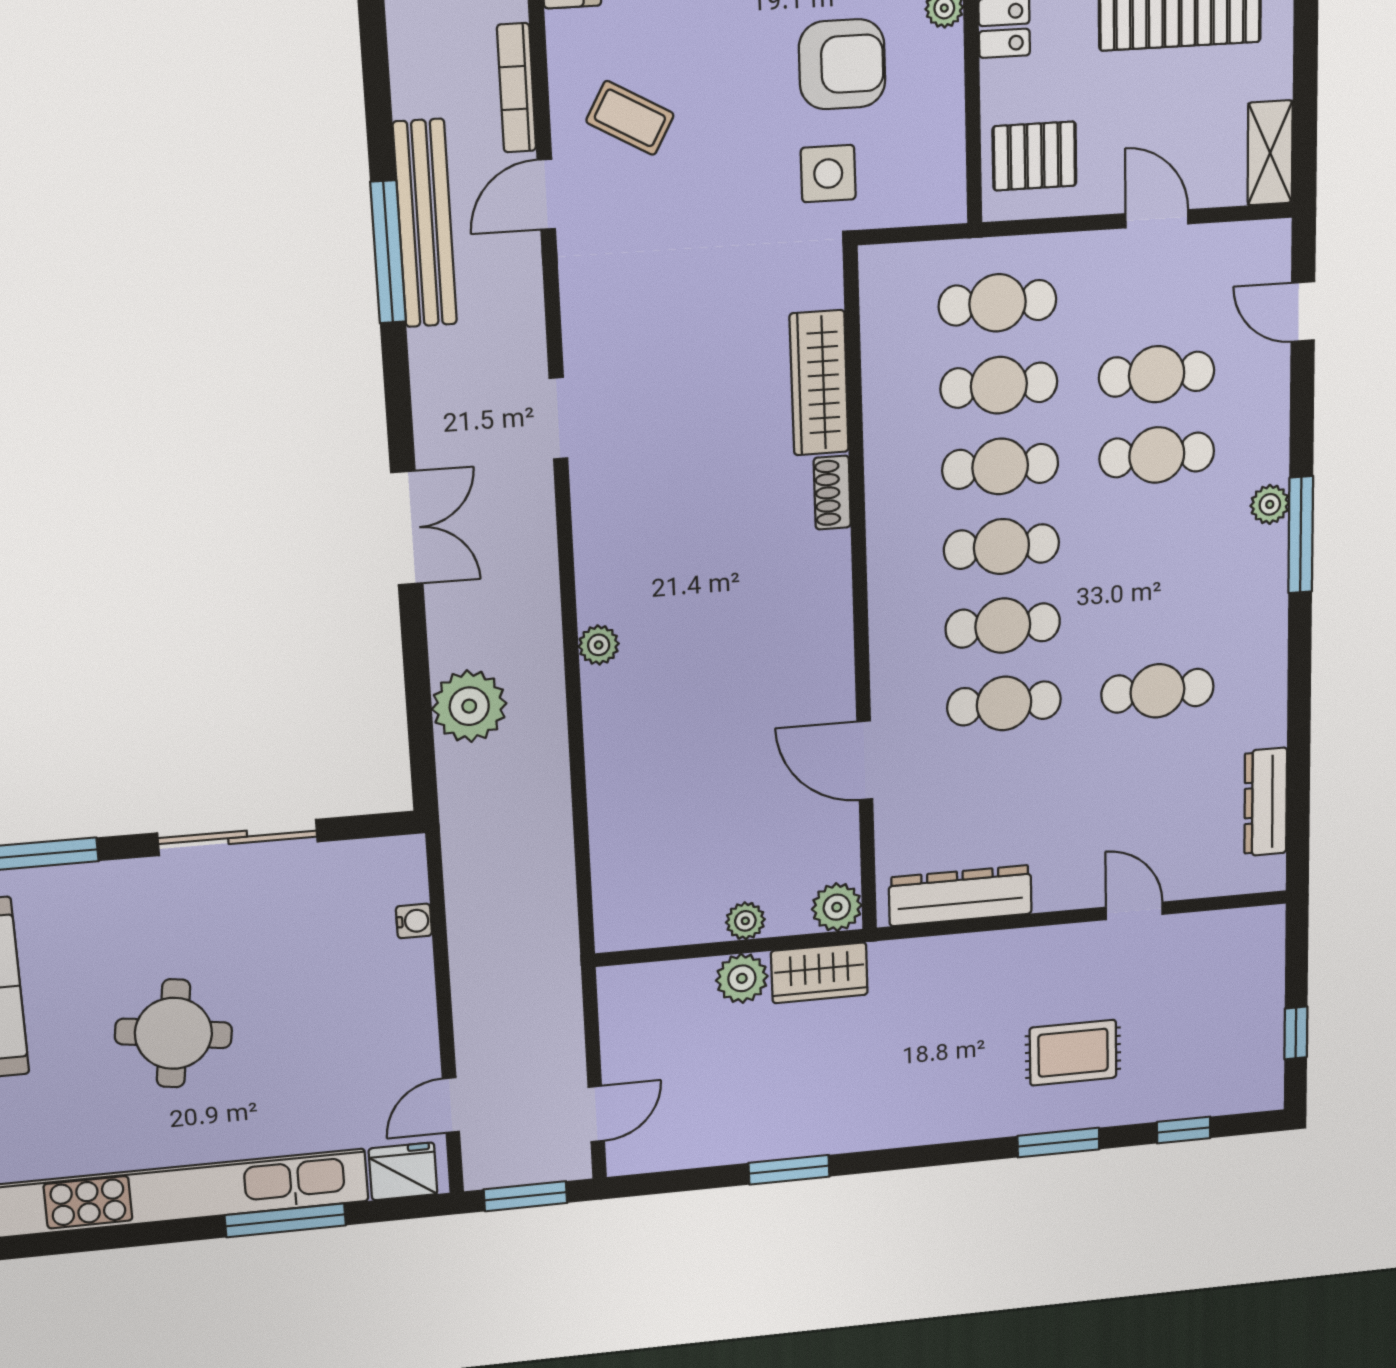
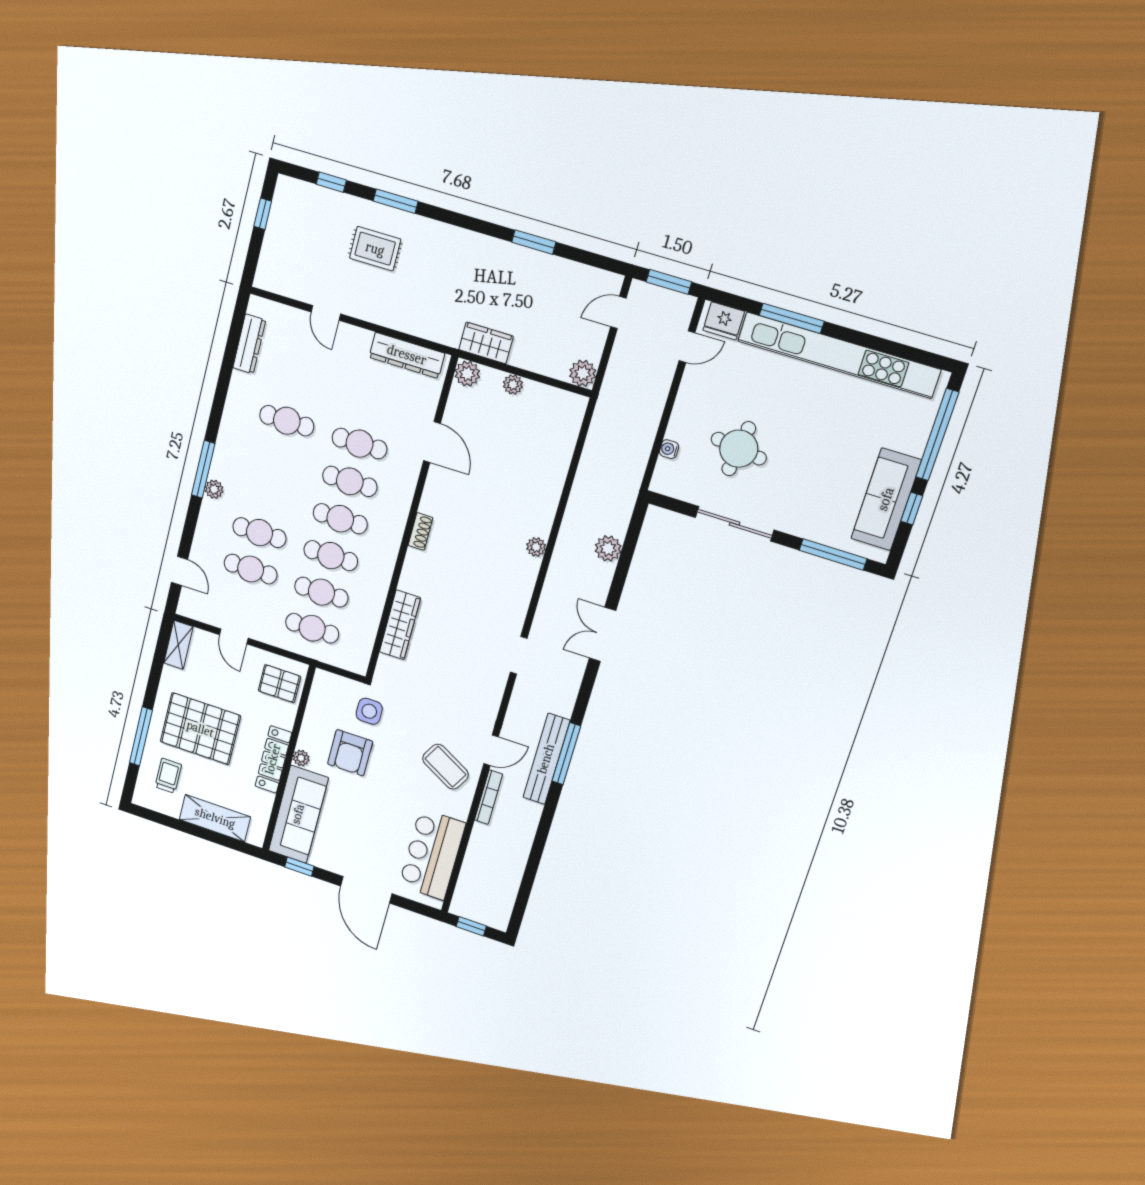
armchair: (842, 64) -> (350, 753), turned -90
coffee table: (630, 118) -> (445, 767), width x1.36, depth x1.30
shoe rack: (832, 493) -> (420, 531), moved
plant: (469, 706) -> (608, 548), width x0.73, depth x0.73
plant: (742, 978) -> (583, 373), moved
round table: (173, 1033) -> (739, 449), moved

